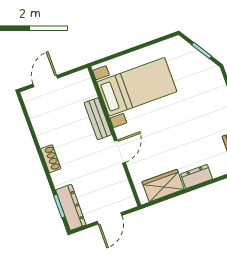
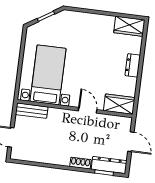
bench: (98, 119) -> (32, 111), moved
shoe rack: (51, 159) -> (80, 163), moved
wardrobe: (163, 185) -> (119, 104), moved, turned 90

